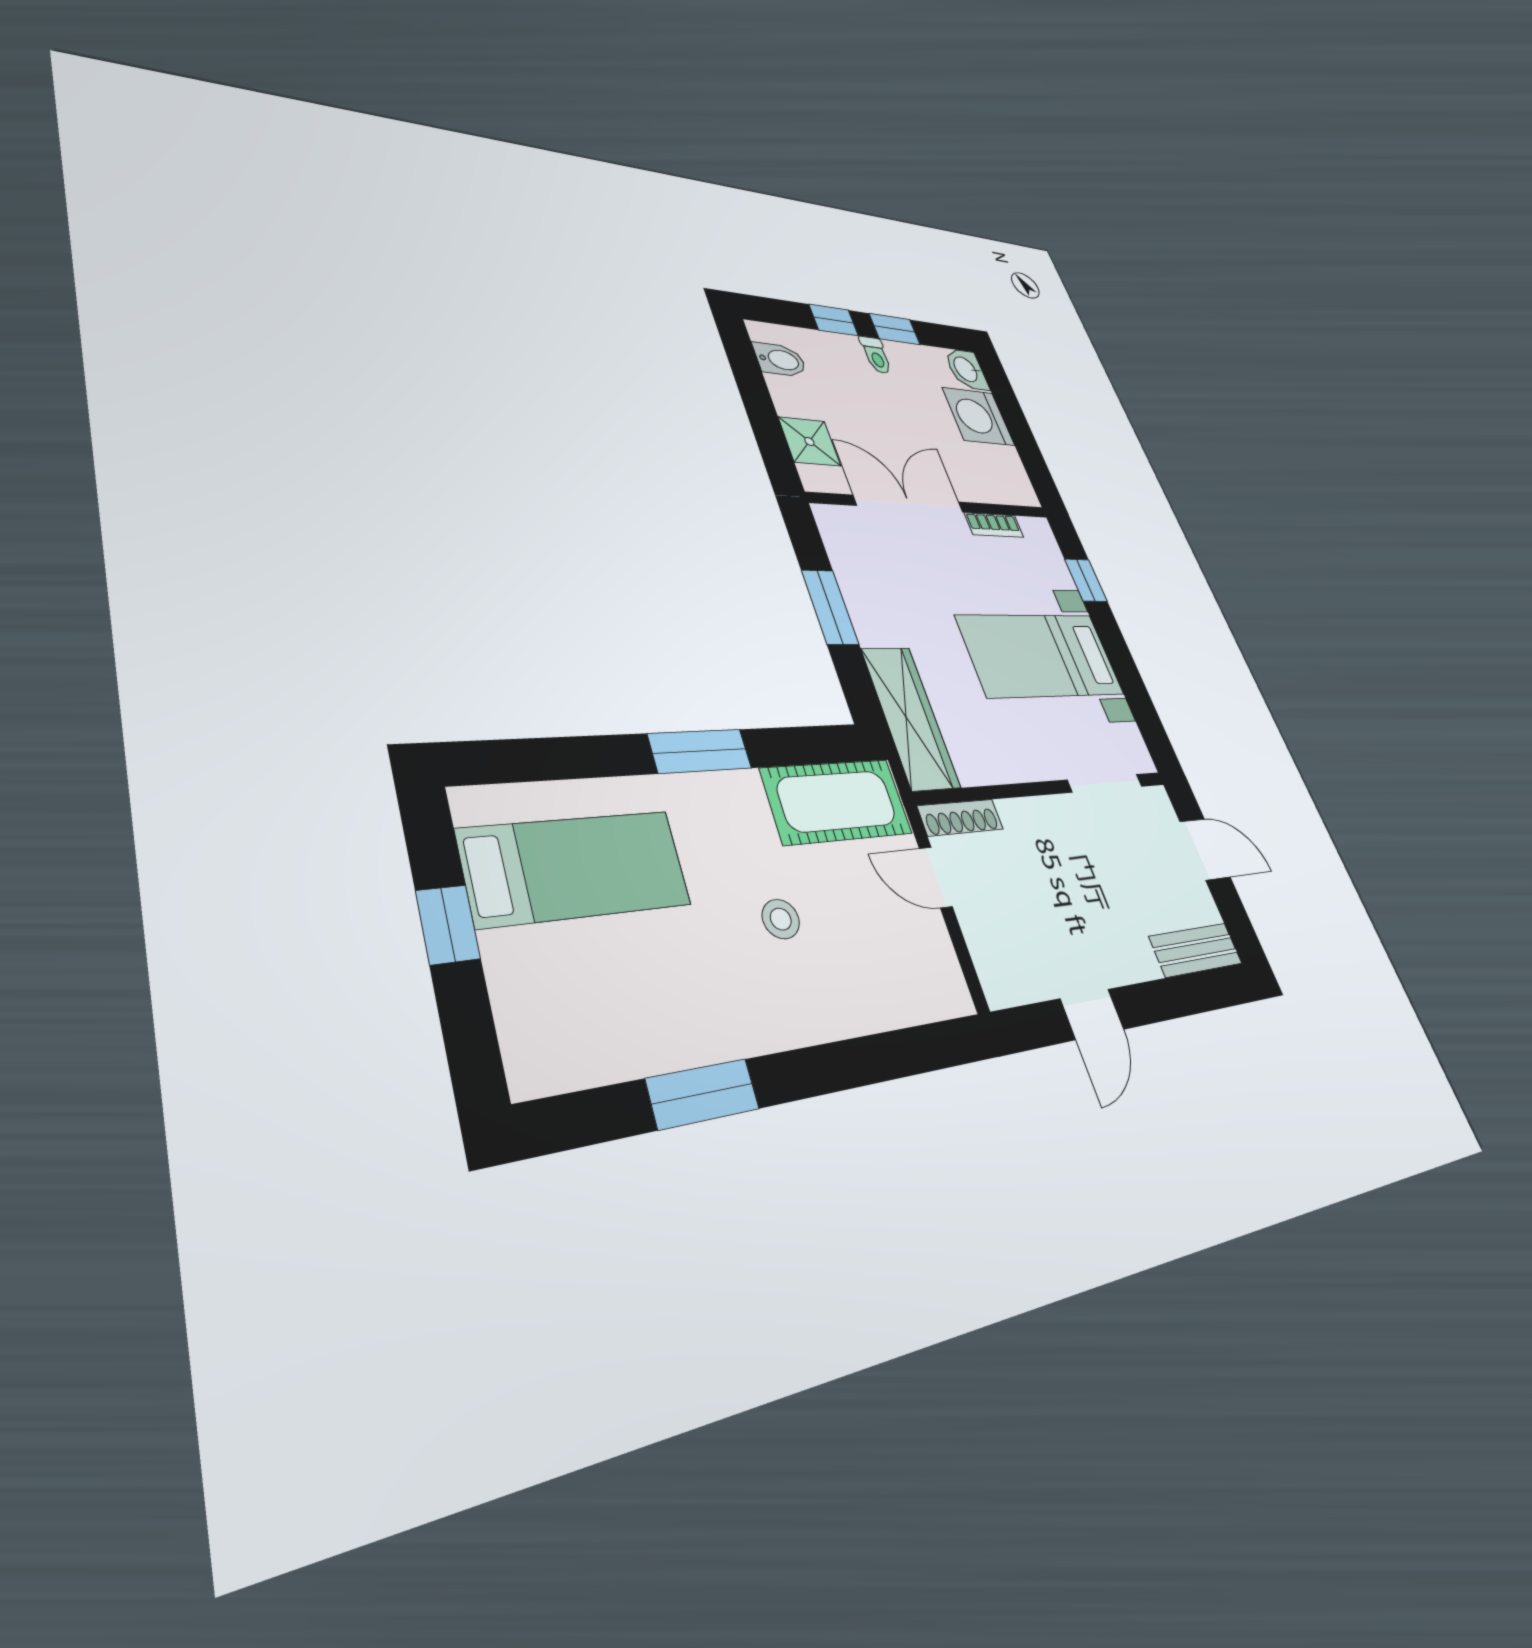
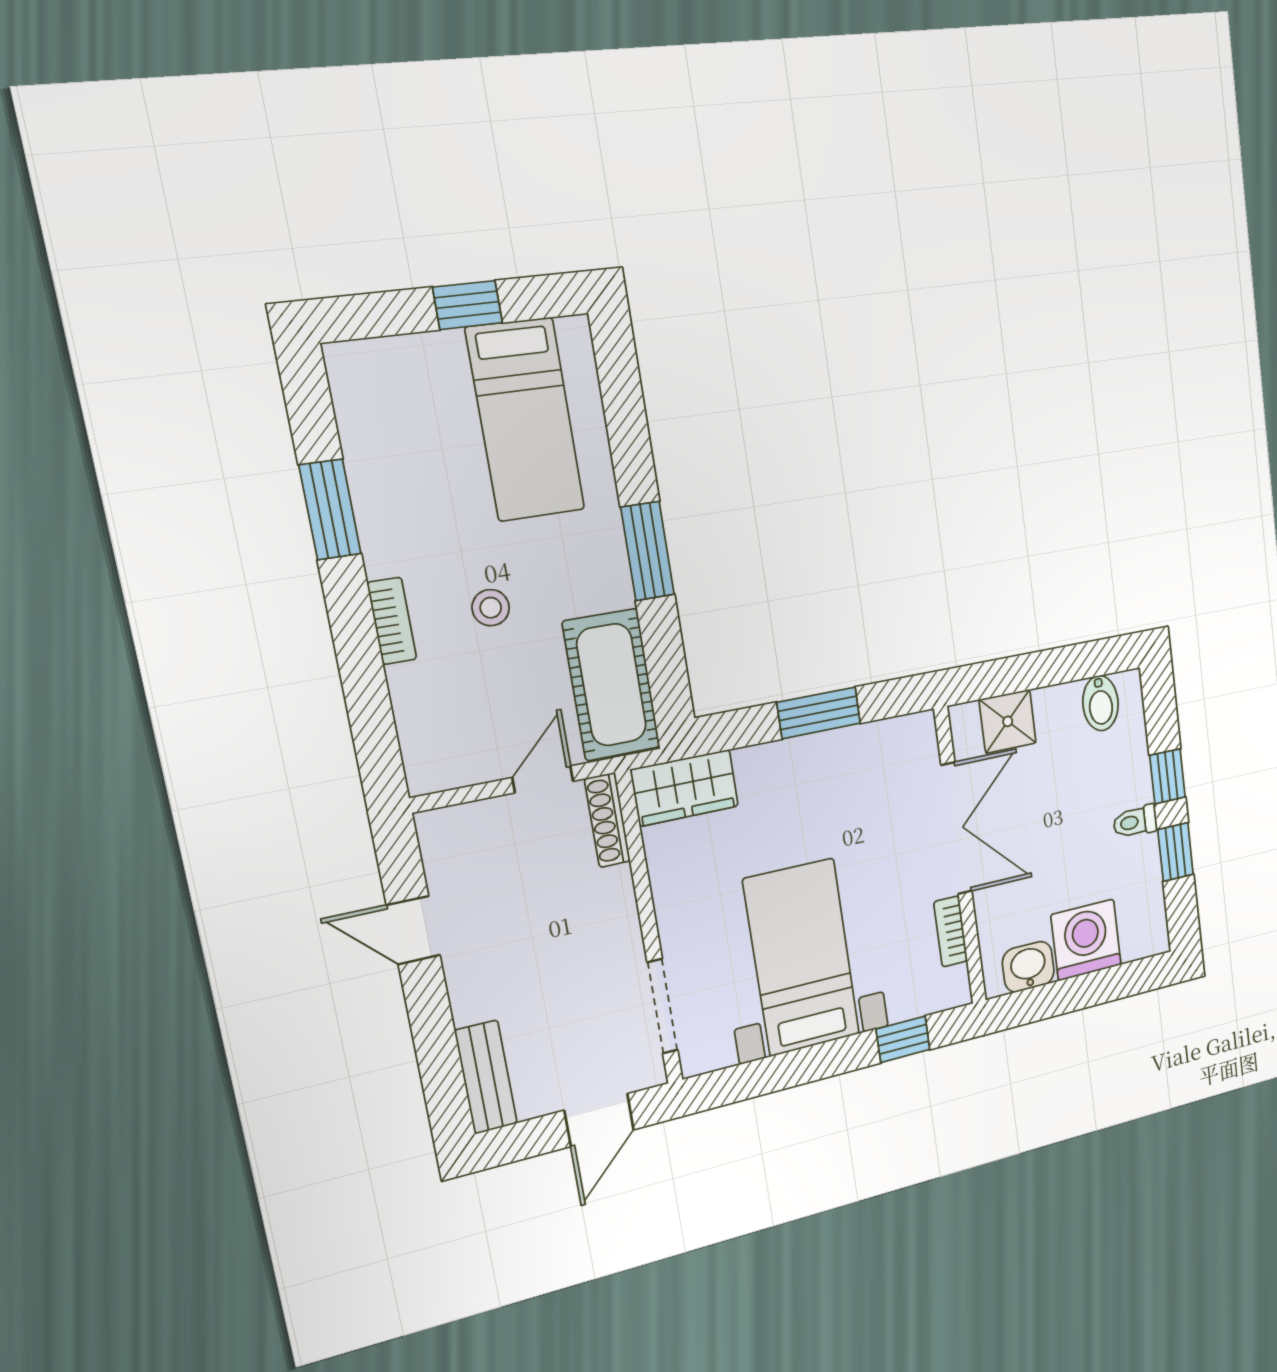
washbasin: (966, 369) -> (1028, 967), moved
wardrobe: (910, 717) -> (685, 788), width x0.67
bookcase: (810, 1026) -> (392, 621), added

